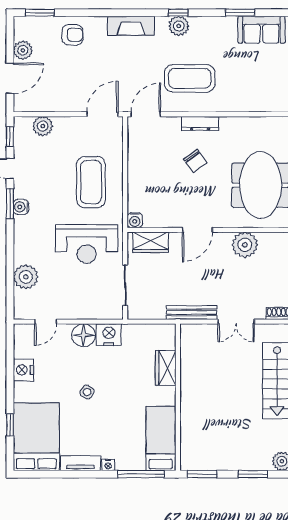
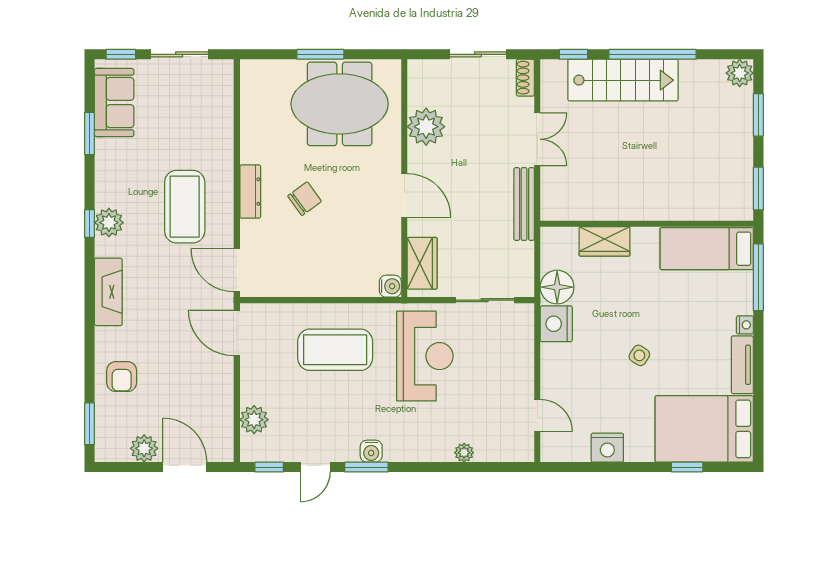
armchair: (72, 35) -> (122, 377), turned 180
plant: (26, 277) -> (464, 453), width x0.53, depth x0.53
floor lamp: (84, 335) -> (557, 287), moved

